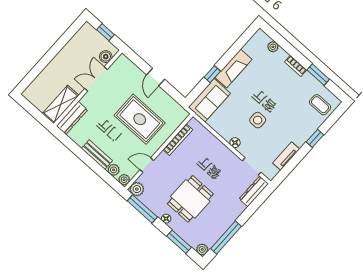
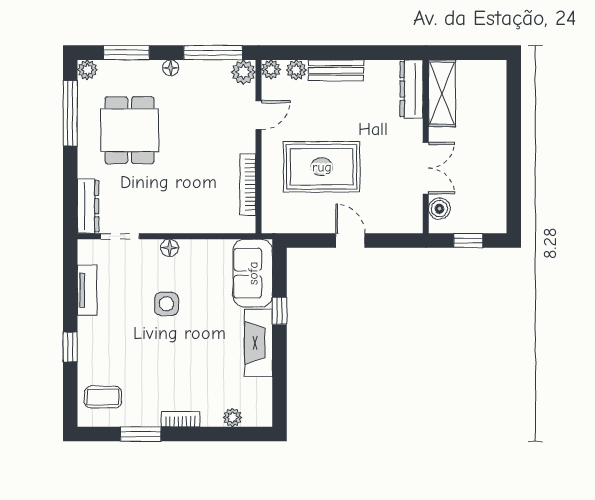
dining table: (190, 199) -> (130, 130), moved

